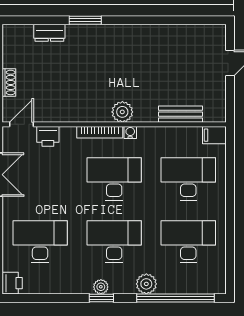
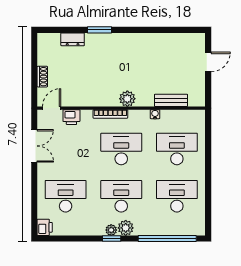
water cooler: (130, 132) -> (155, 114), moved
filing cabinet: (214, 135) -> (196, 116), removed
plant: (146, 284) -> (126, 228), moved

